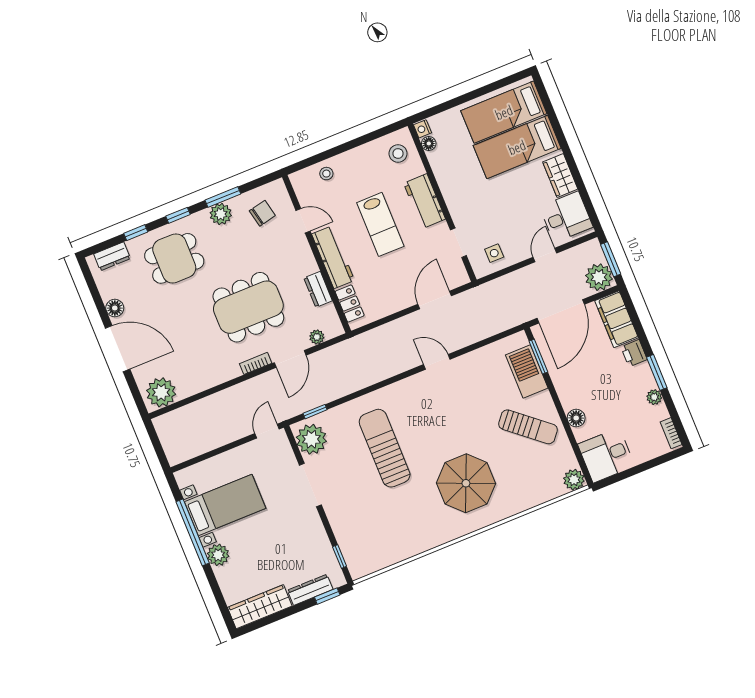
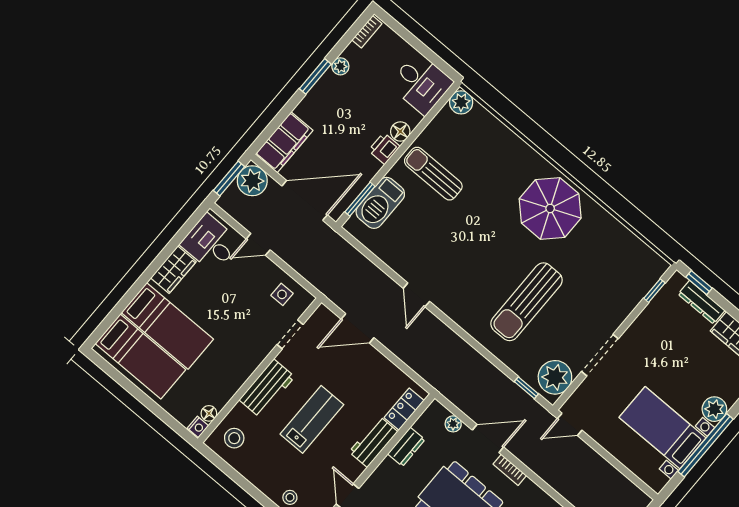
workbench: (333, 257) -> (373, 442), width x0.73
printer: (634, 353) -> (384, 149), moved, turned 180
sun lounger: (528, 427) -> (433, 174), turned -40
parasol: (466, 483) -> (550, 208), moved

